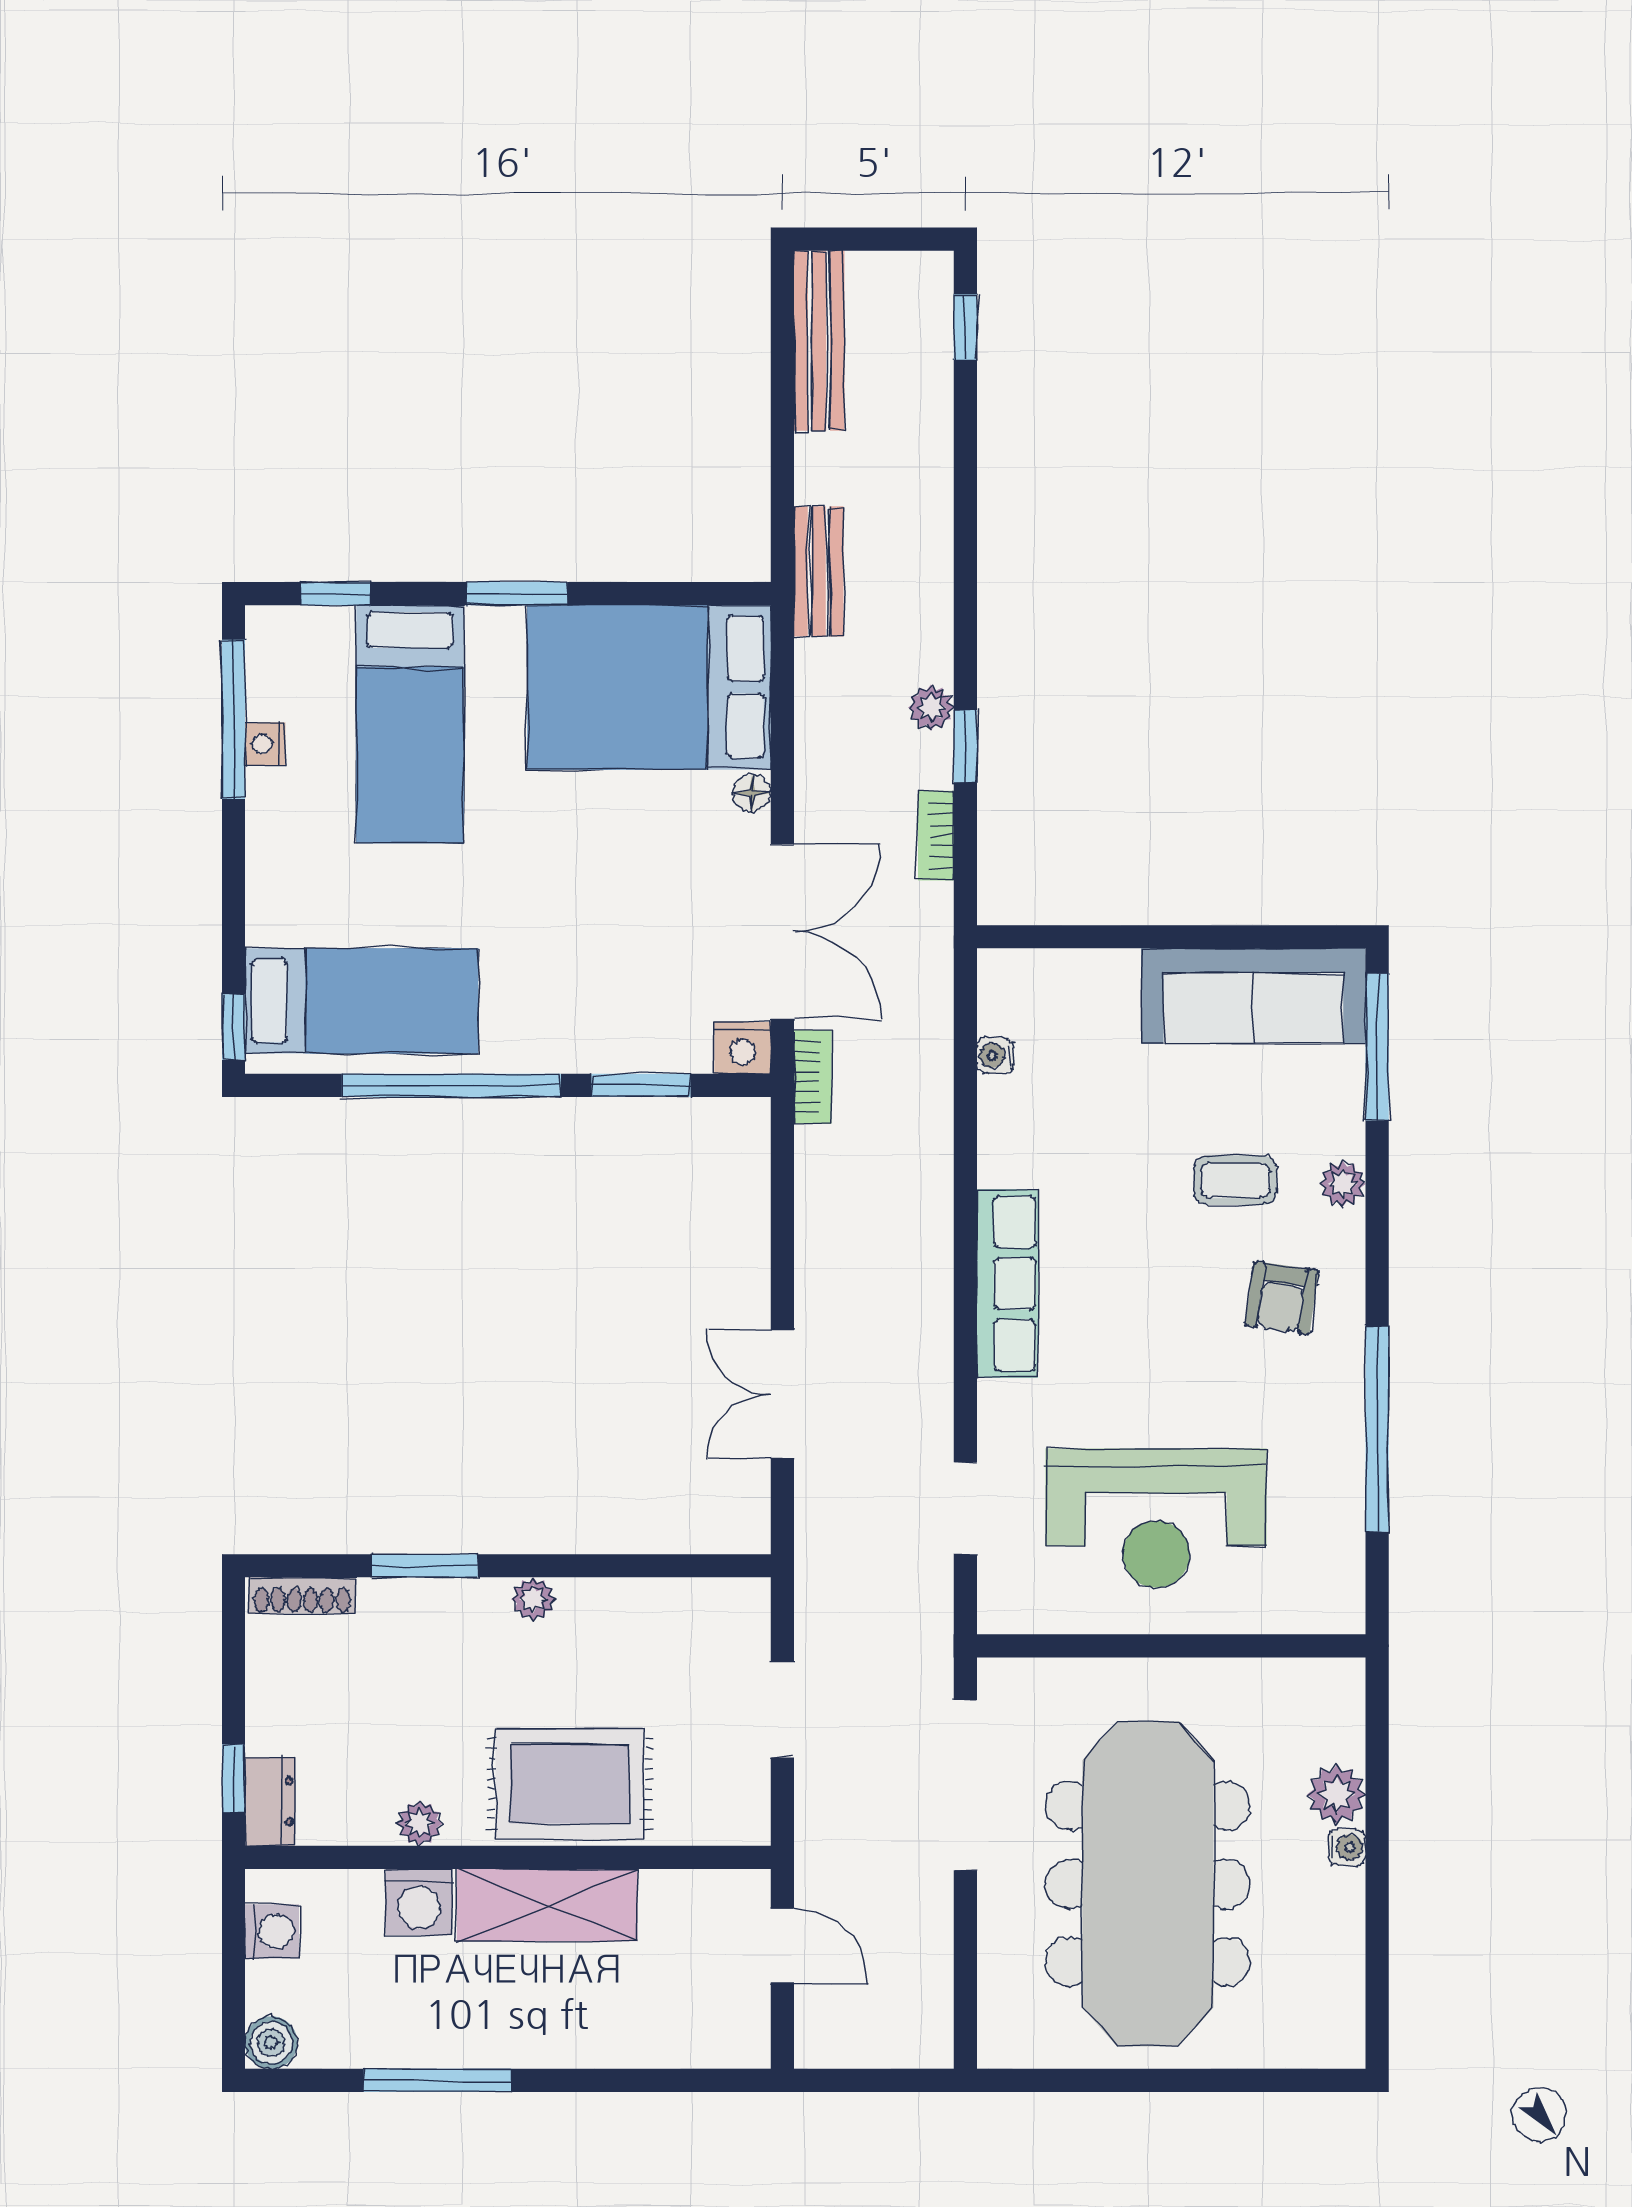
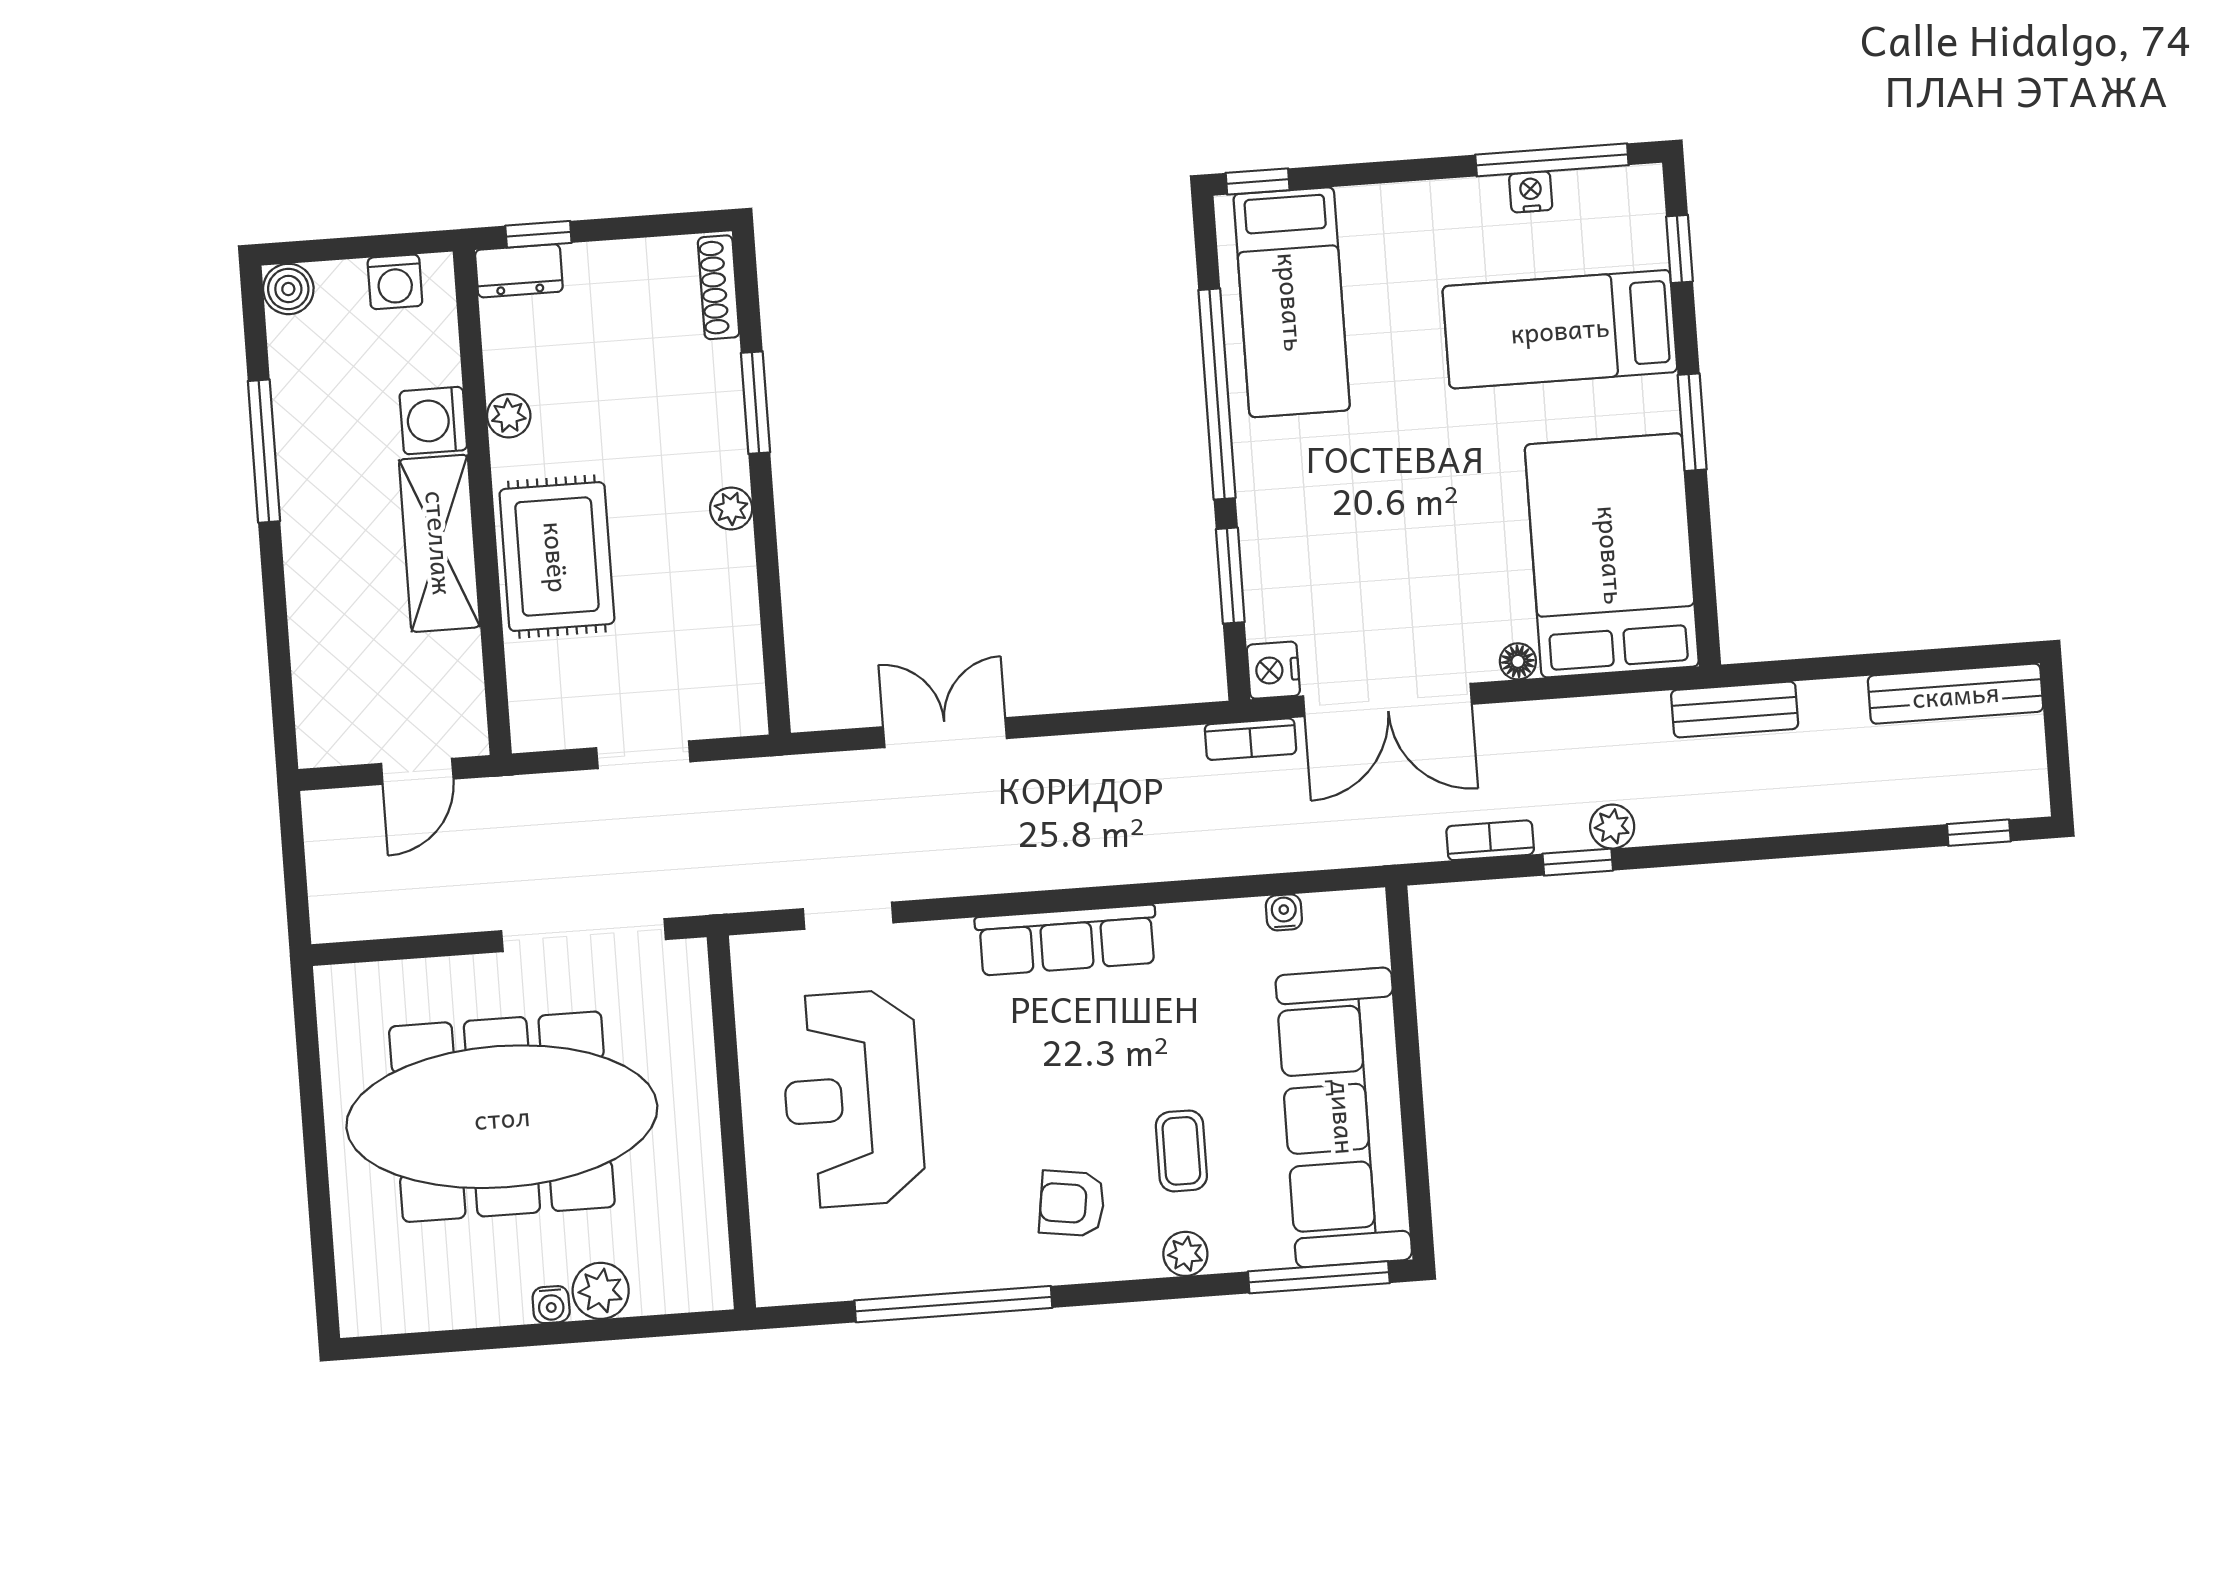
sofa: (1253, 996) -> (1344, 1117), width x1.36, depth x1.27

